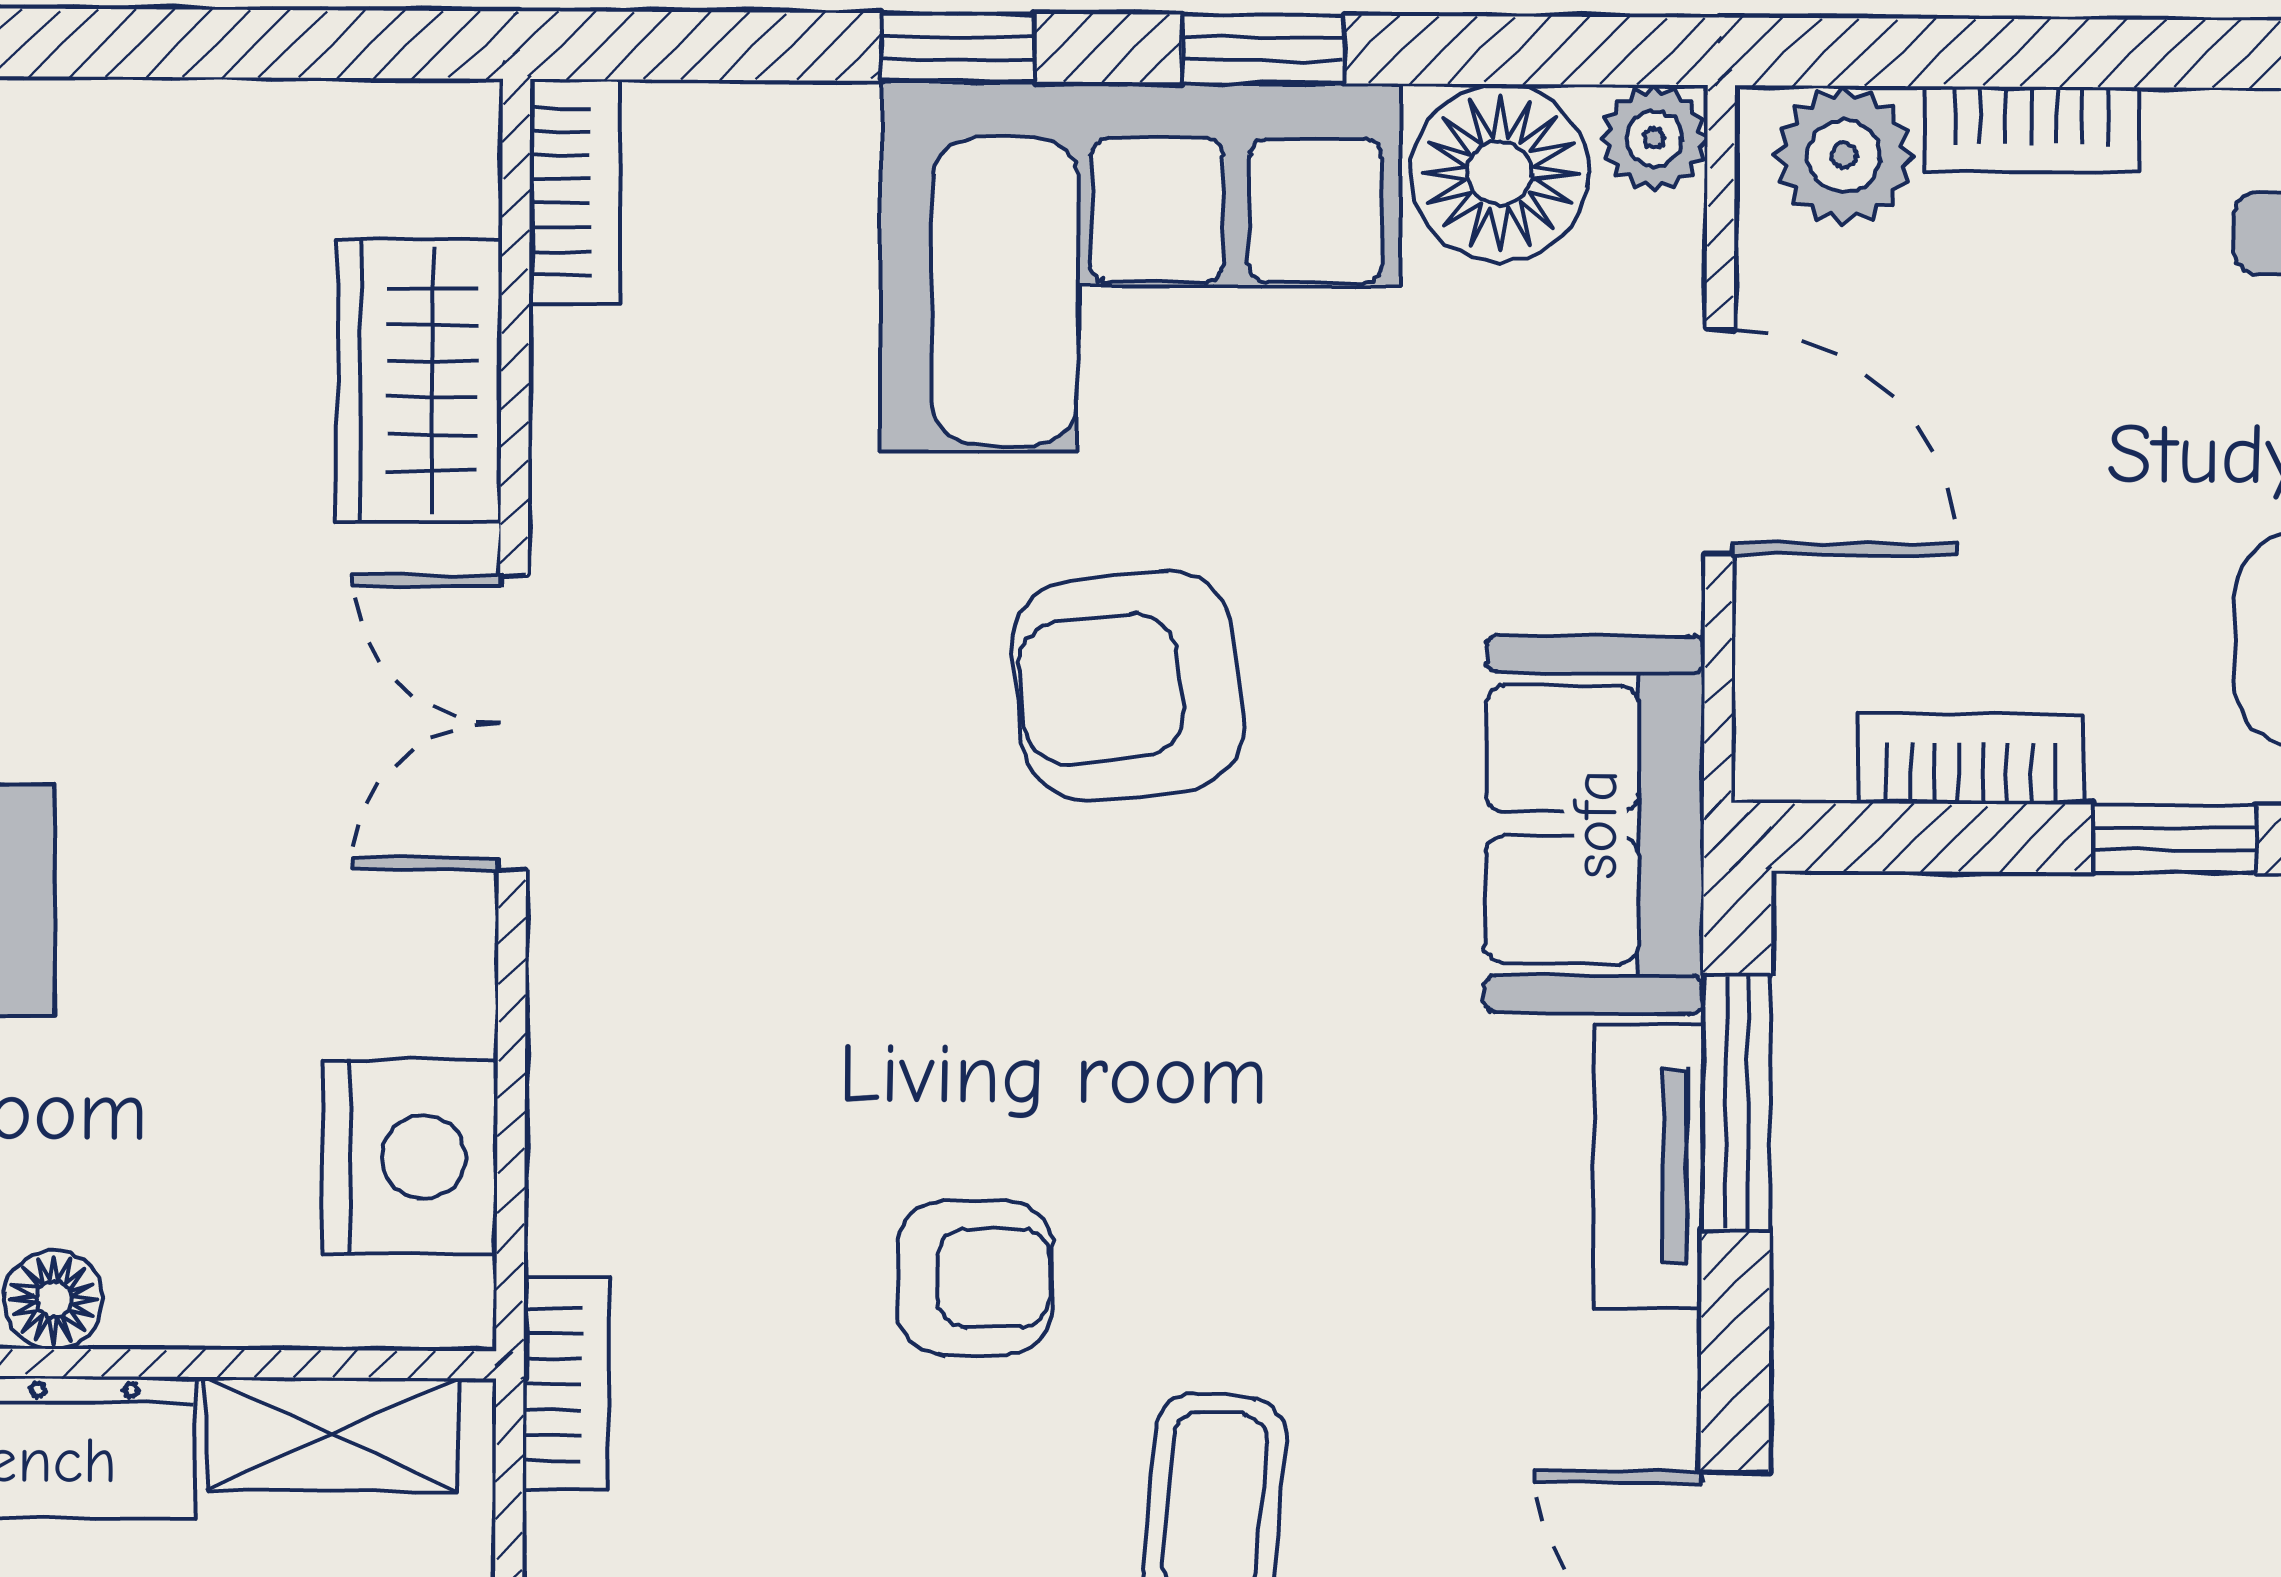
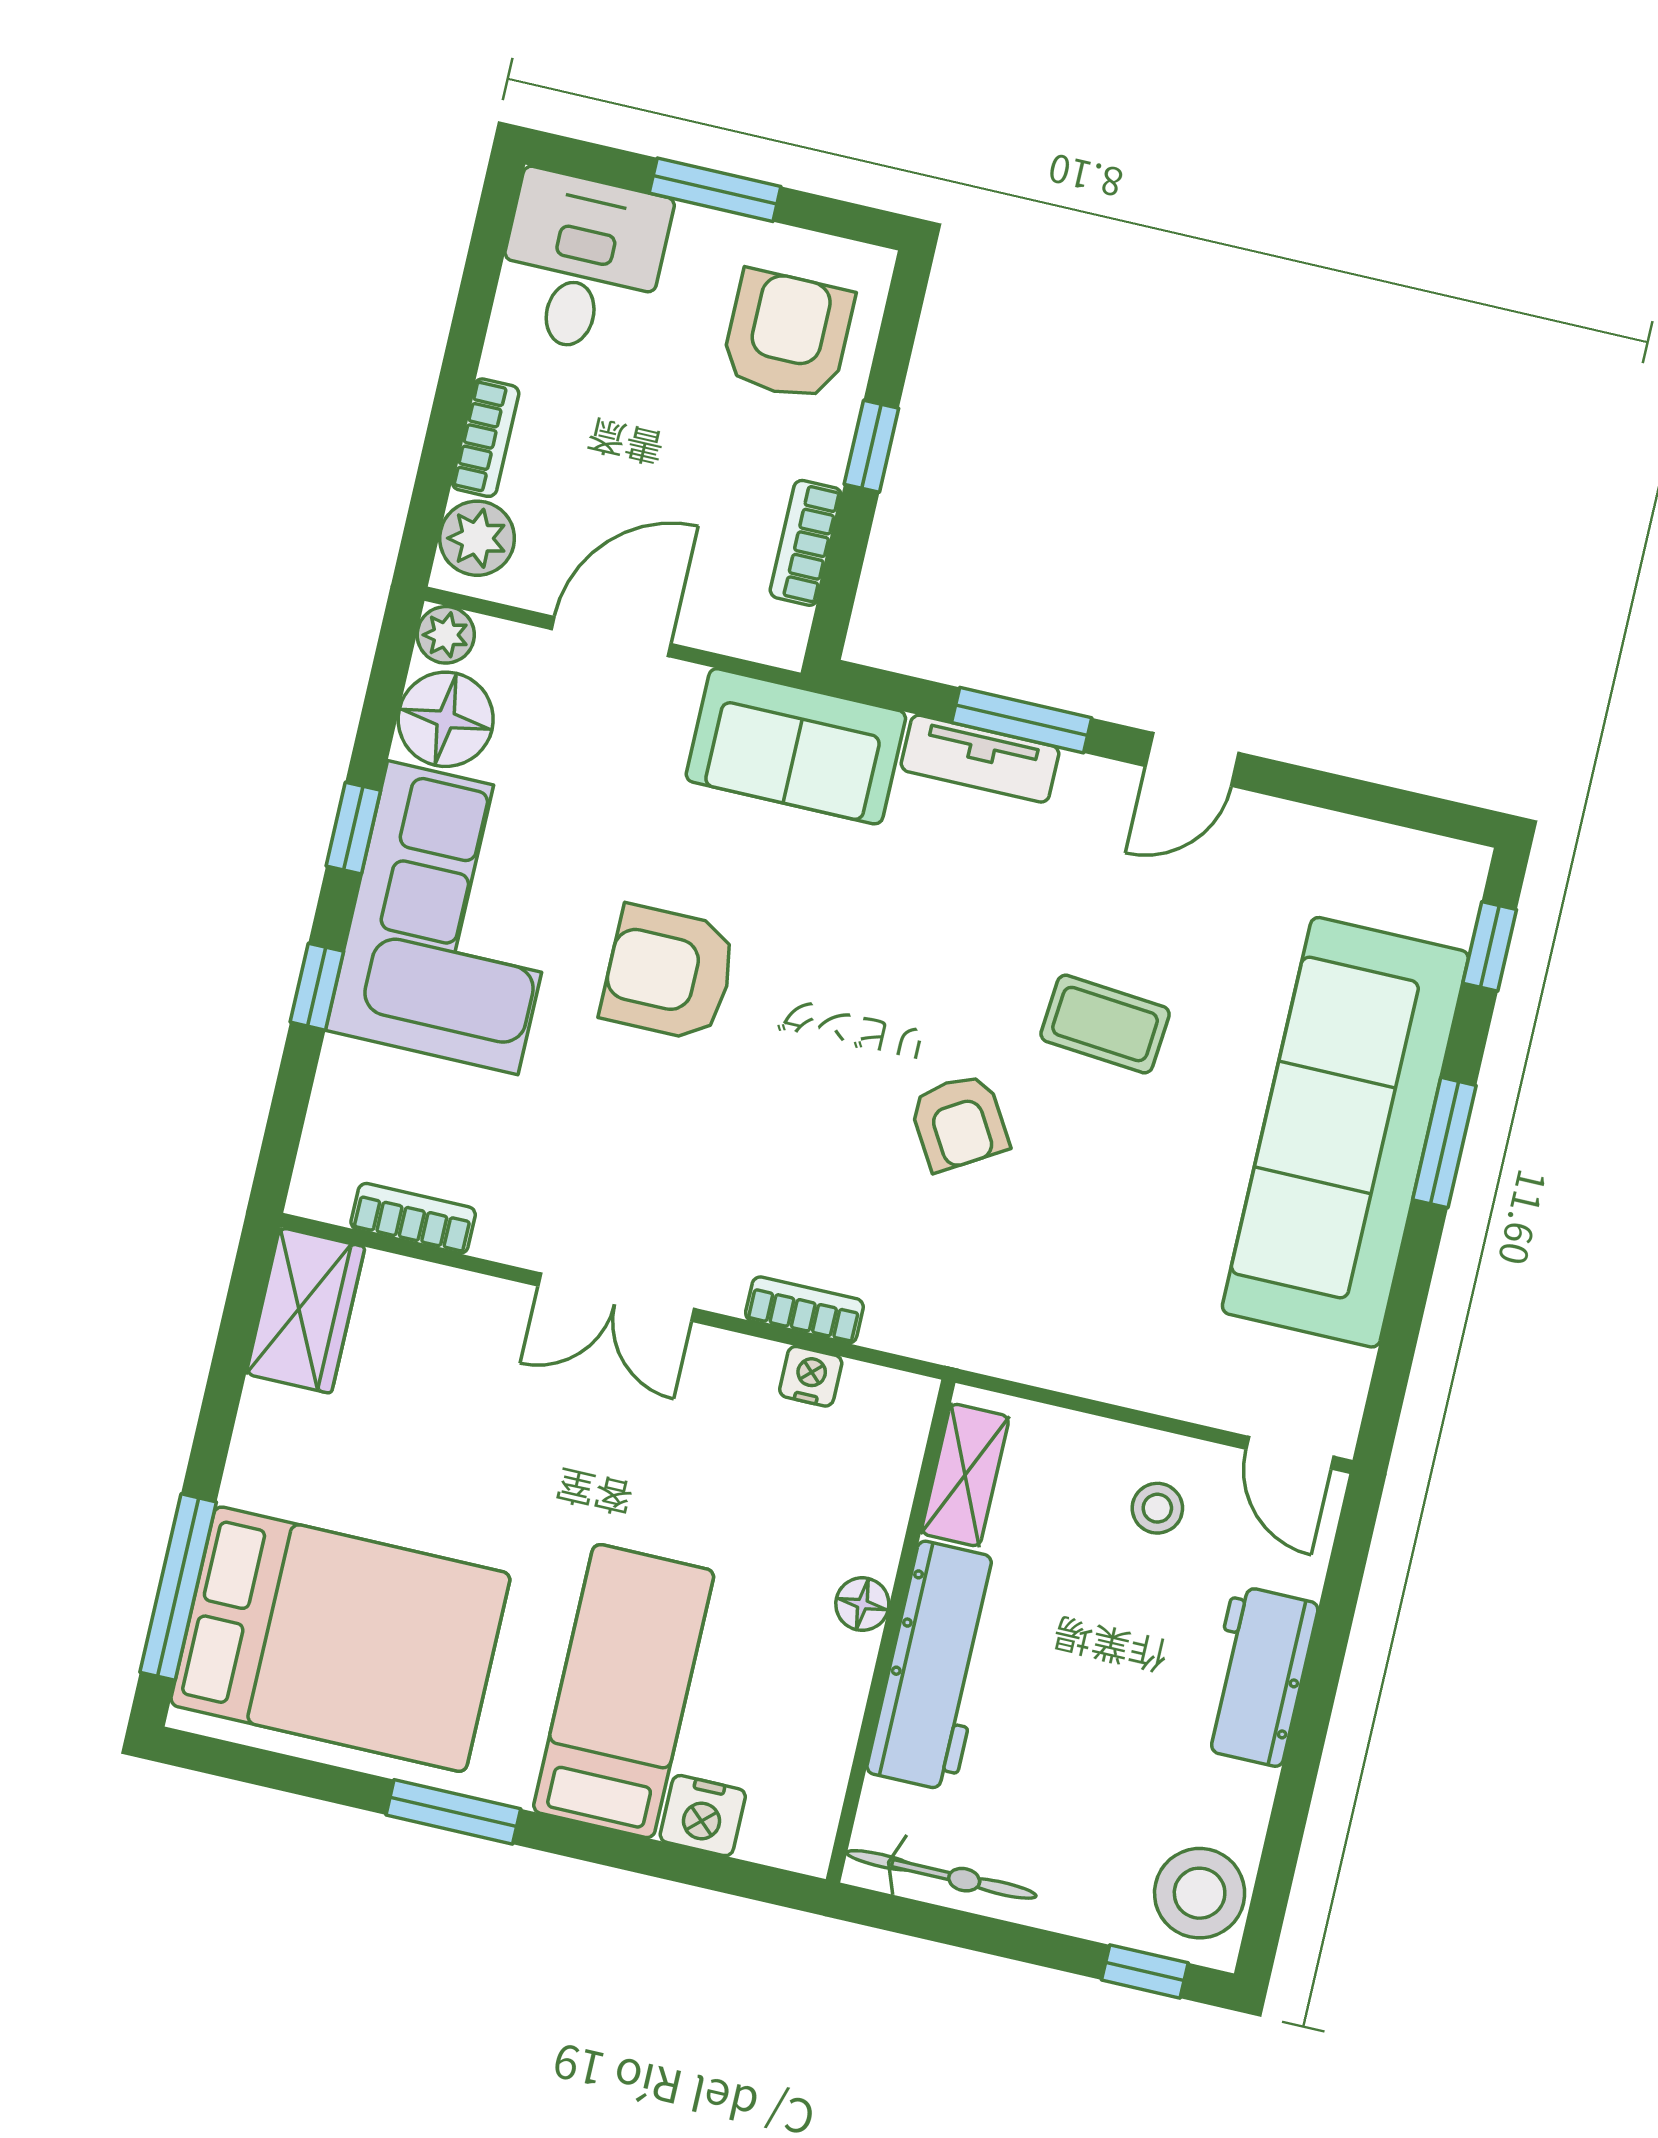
bookcase: (574, 191) -> (413, 1218), moved
wardrobe: (419, 380) -> (306, 1310), moved, turned -90
armchair: (1128, 686) -> (669, 973), turned 97
window: (1736, 1102) -> (1022, 720), moved
nightstand: (410, 1157) -> (811, 1376), width x0.53, depth x0.56
armchair: (975, 1278) -> (959, 1122), turned 149
bookcase: (566, 1384) -> (804, 1310), moved

